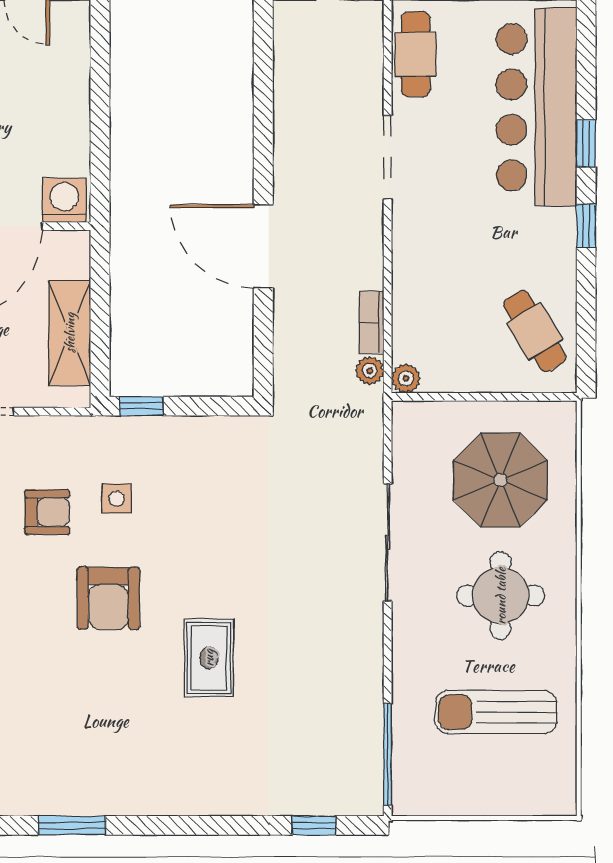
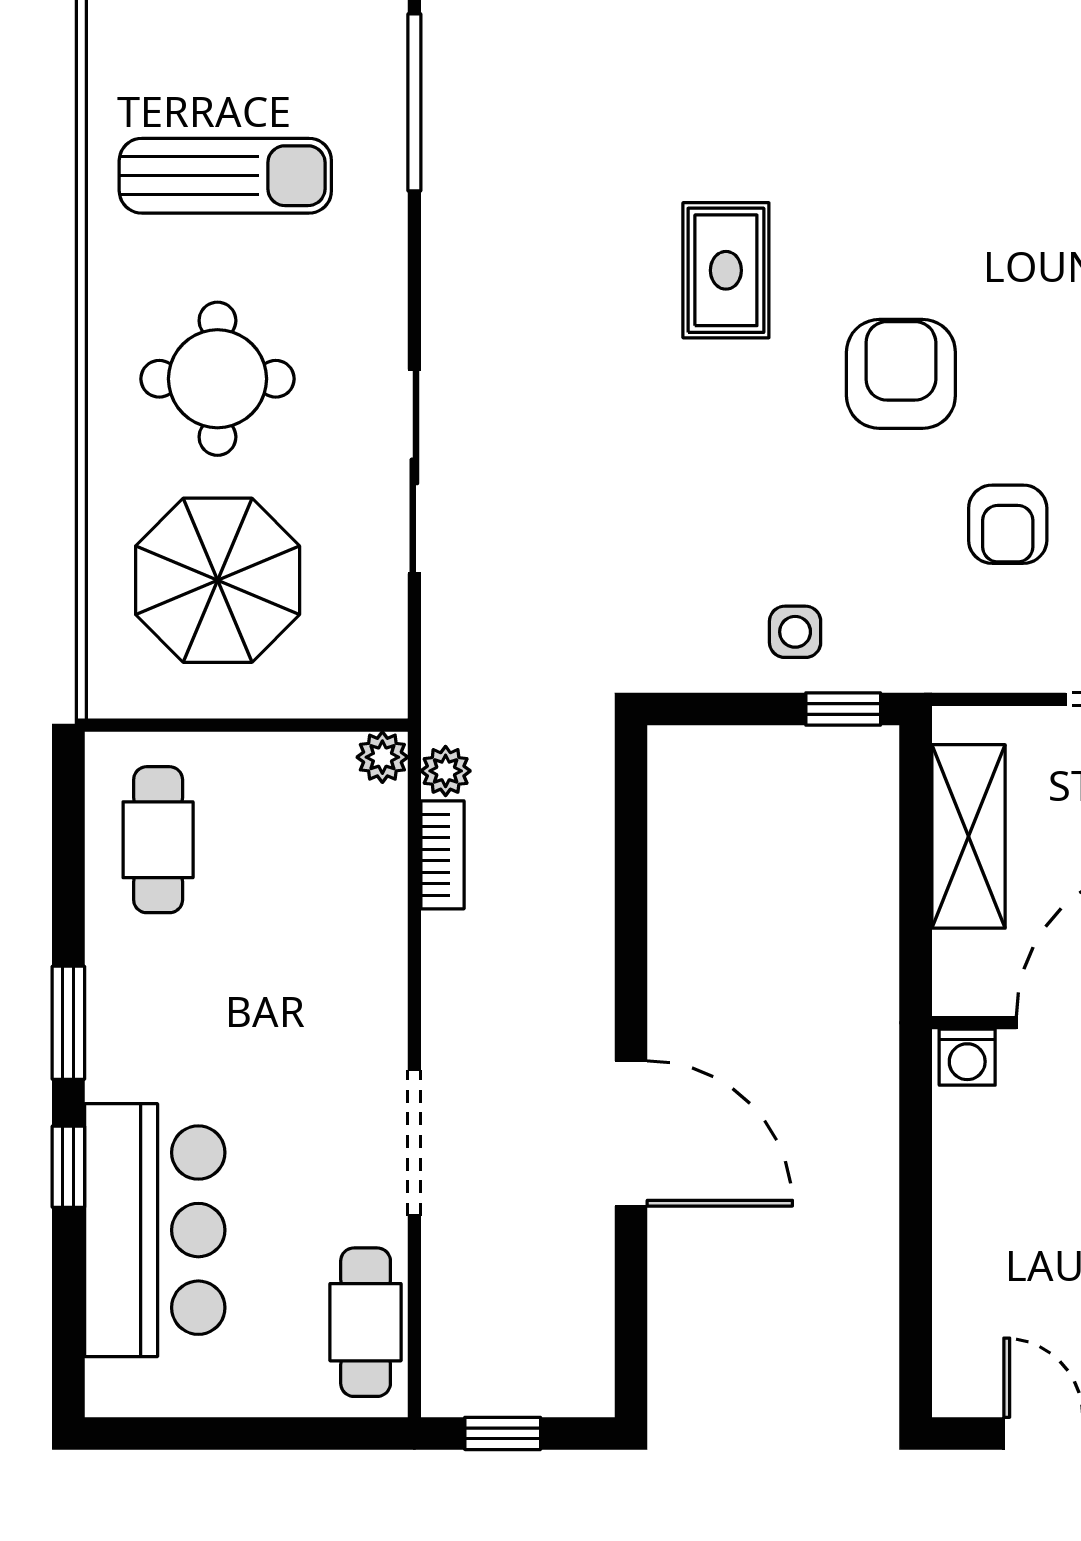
bar counter: (537, 107) -> (155, 1230), width x0.73
washing machine: (64, 200) -> (967, 1057), width x0.73, depth x0.73
window: (586, 226) -> (68, 1023), width x1.50
door: (263, 246) -> (631, 1133), moved
cafe table: (535, 331) -> (158, 840), turned 31
side table: (117, 499) -> (795, 632), moved
armchair: (47, 512) -> (1008, 524), turned -90

